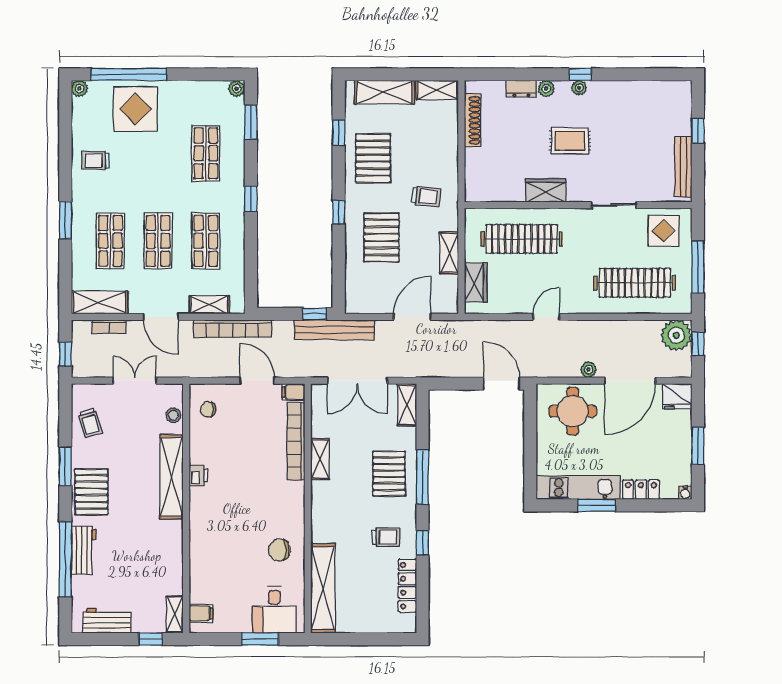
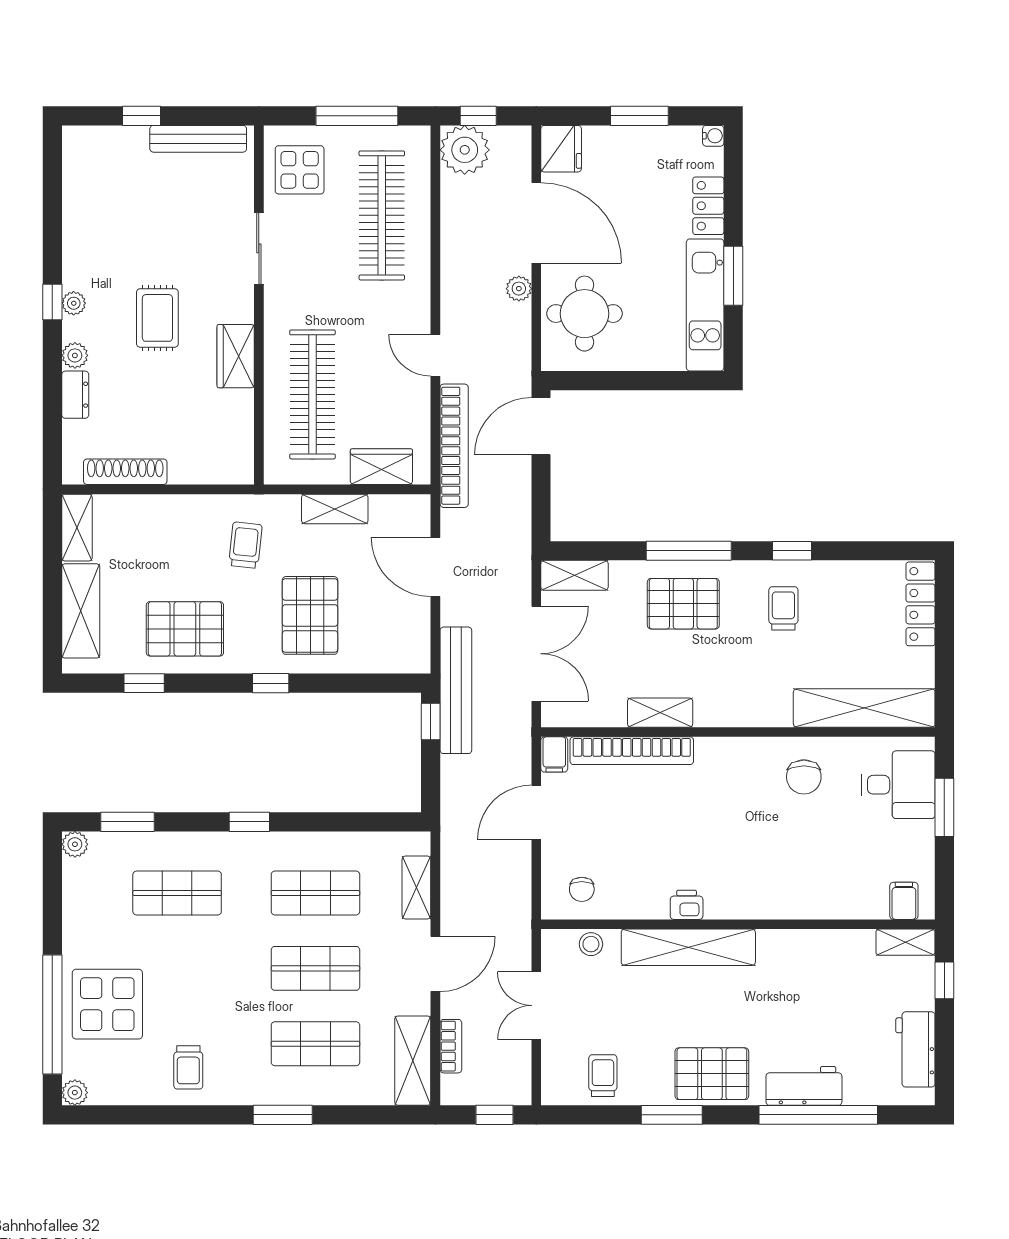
pallet: (382, 237) -> (310, 615), turned 90
bookcase: (232, 329) -> (454, 446), moved
trolley: (90, 423) -> (603, 1076), turned -74
locker: (407, 586) -> (920, 604), moved, turned 90

